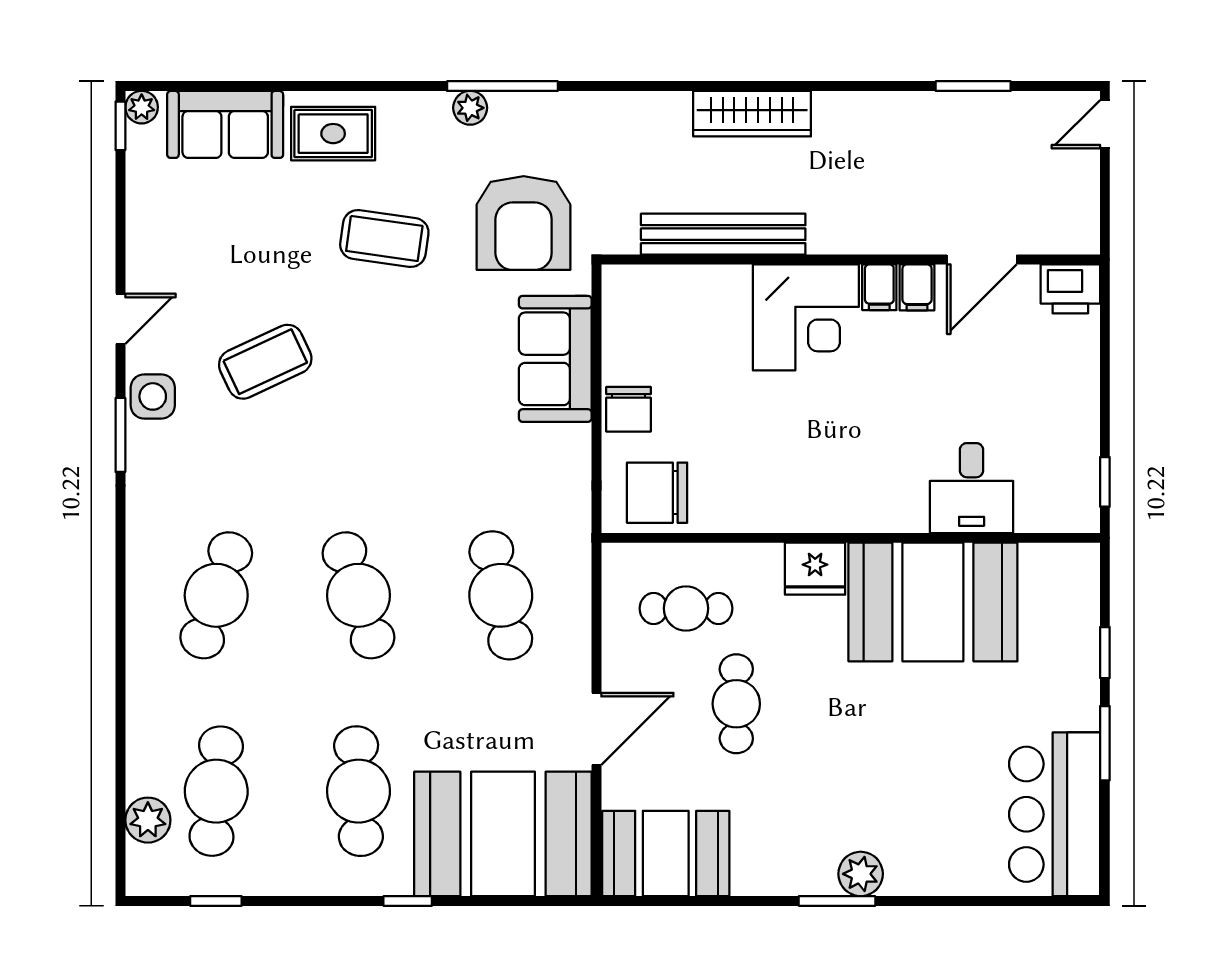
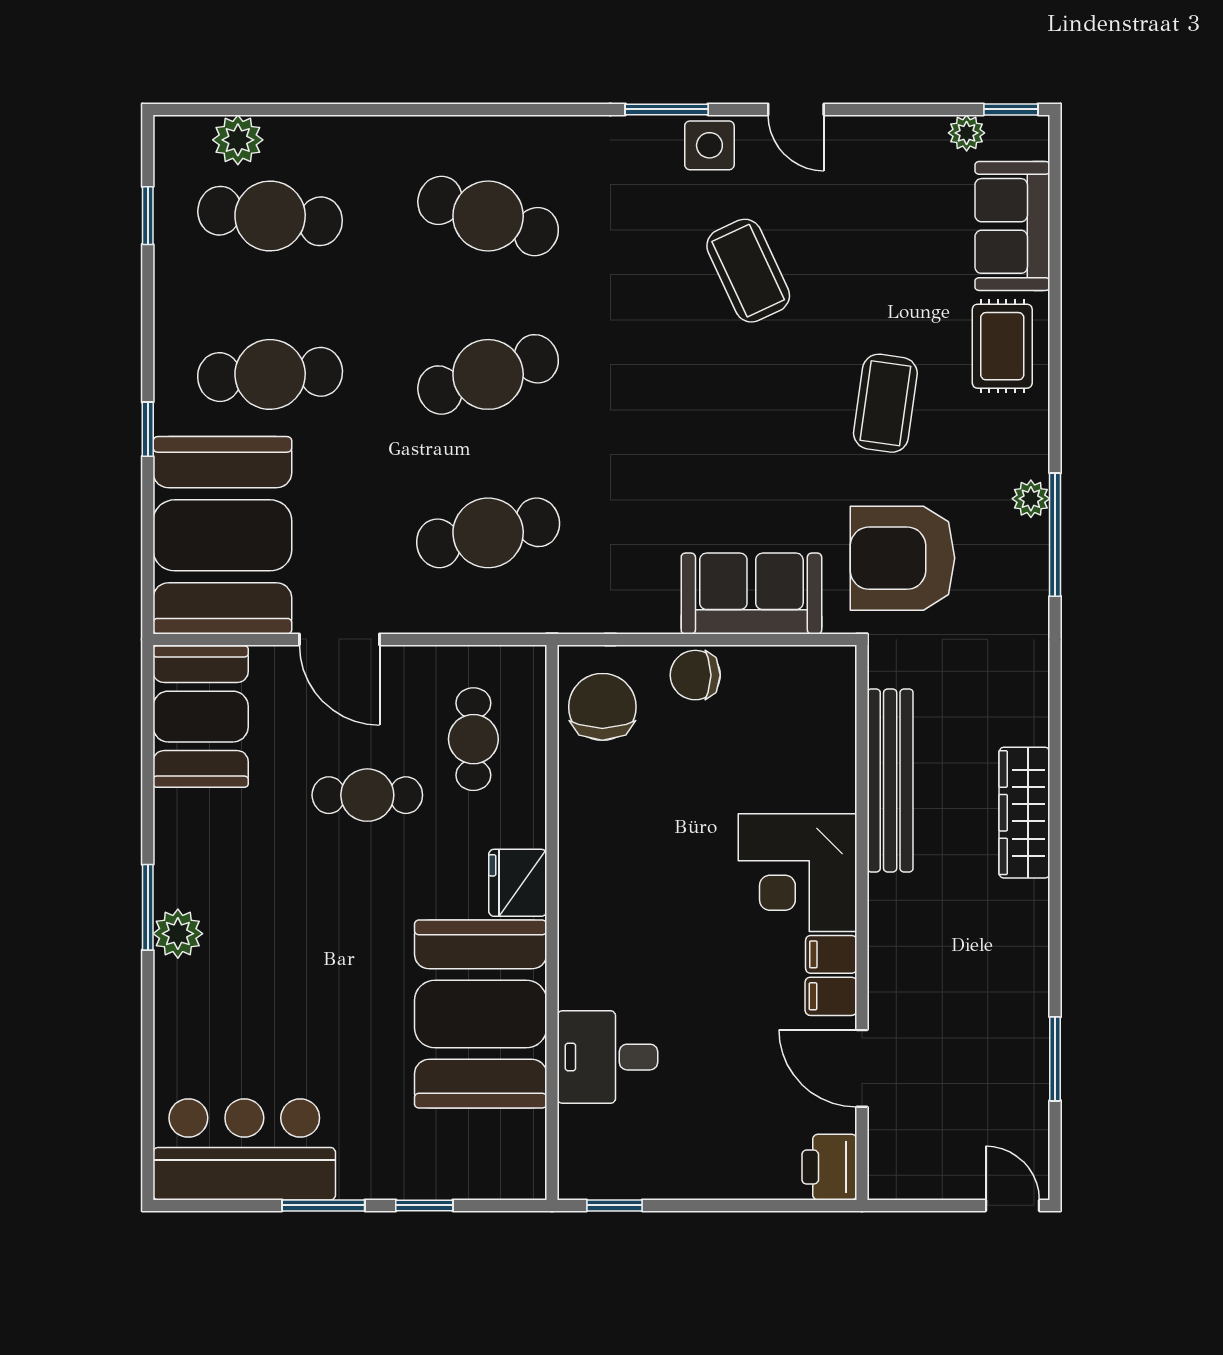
plant: (142, 107) -> (967, 133), moved

